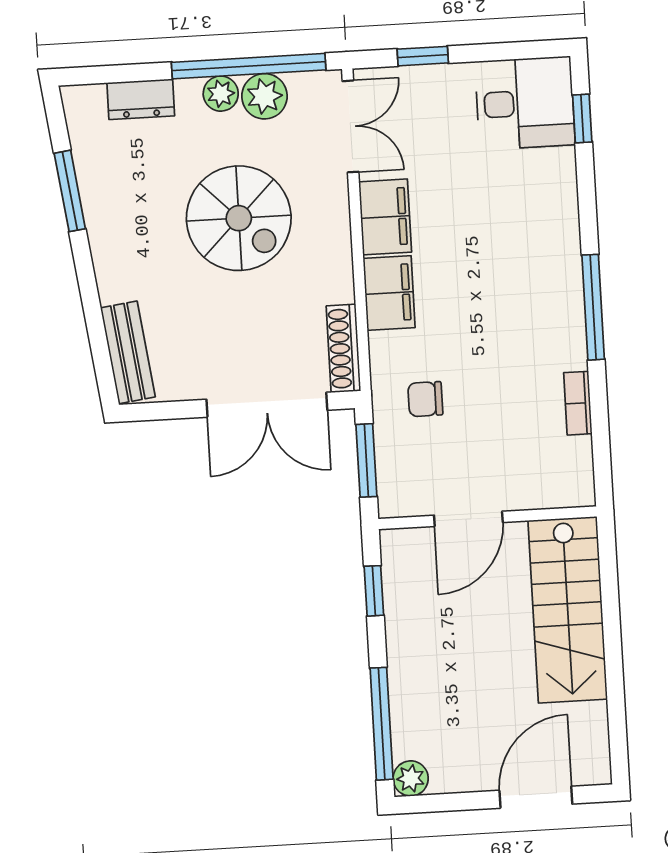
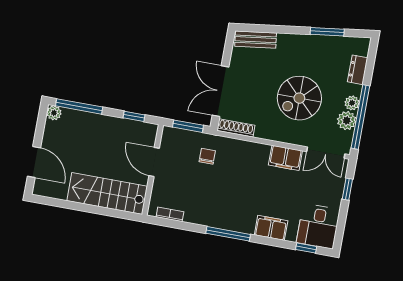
filing cabinet: (389, 293) -> (271, 228), moved, turned 180
bookcase: (578, 403) -> (170, 214), moved

